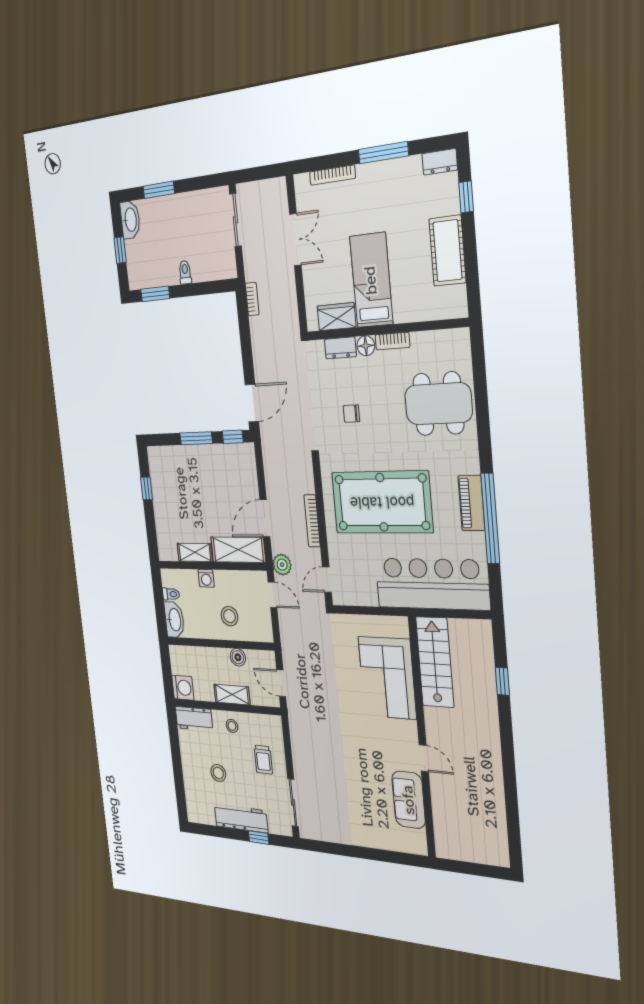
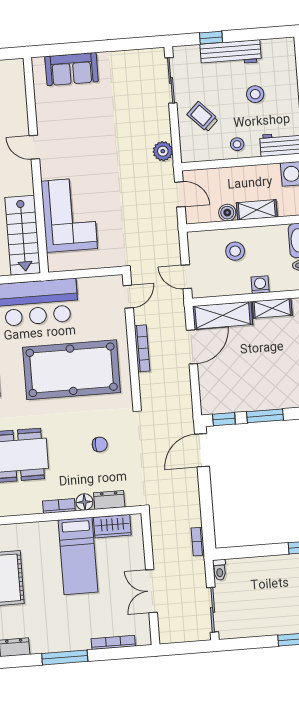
toilet: (185, 272) -> (220, 570), moved
plant: (282, 565) -> (163, 151), moved
shelving: (232, 695) -> (257, 210), moved
trolley: (263, 760) -> (203, 117), turned -44
sofa: (409, 800) -> (72, 69), moved, turned 90

